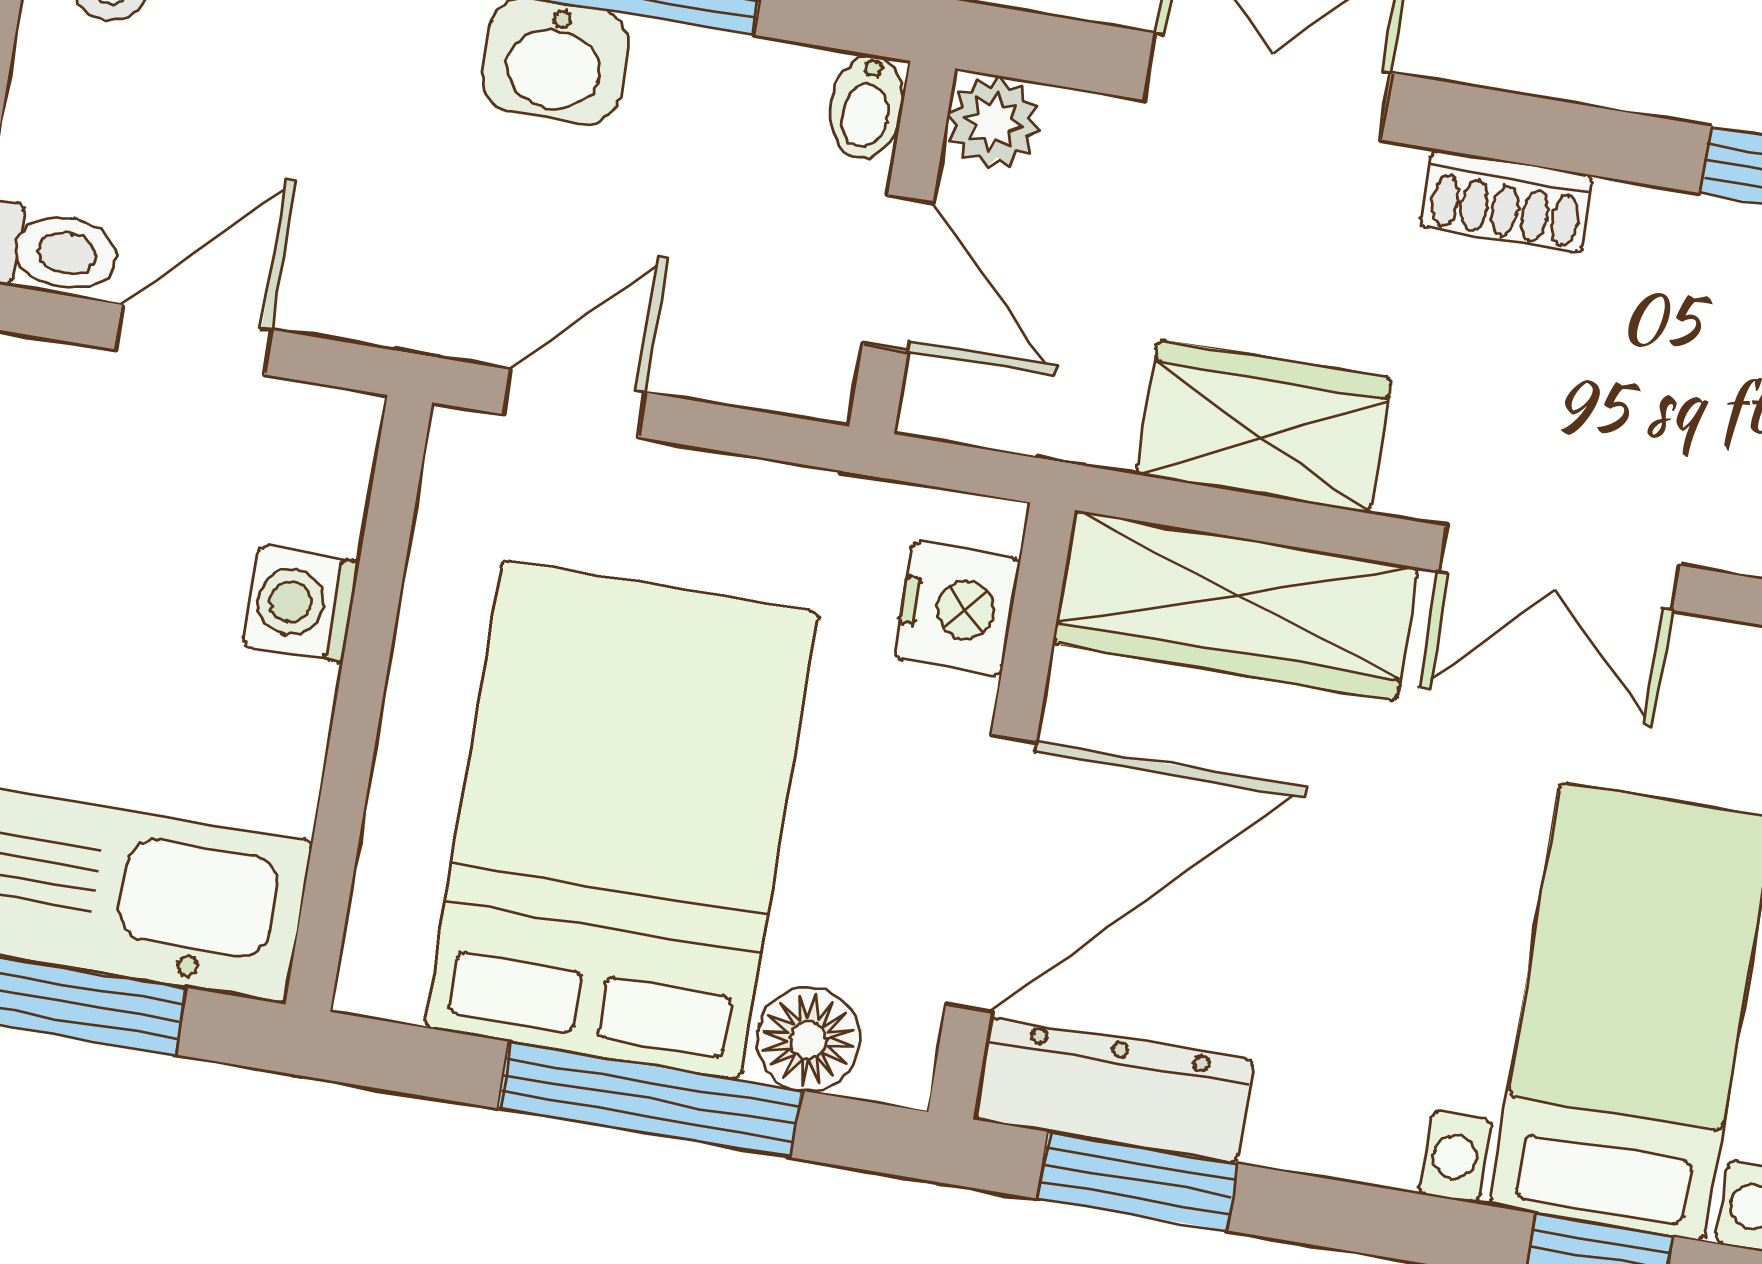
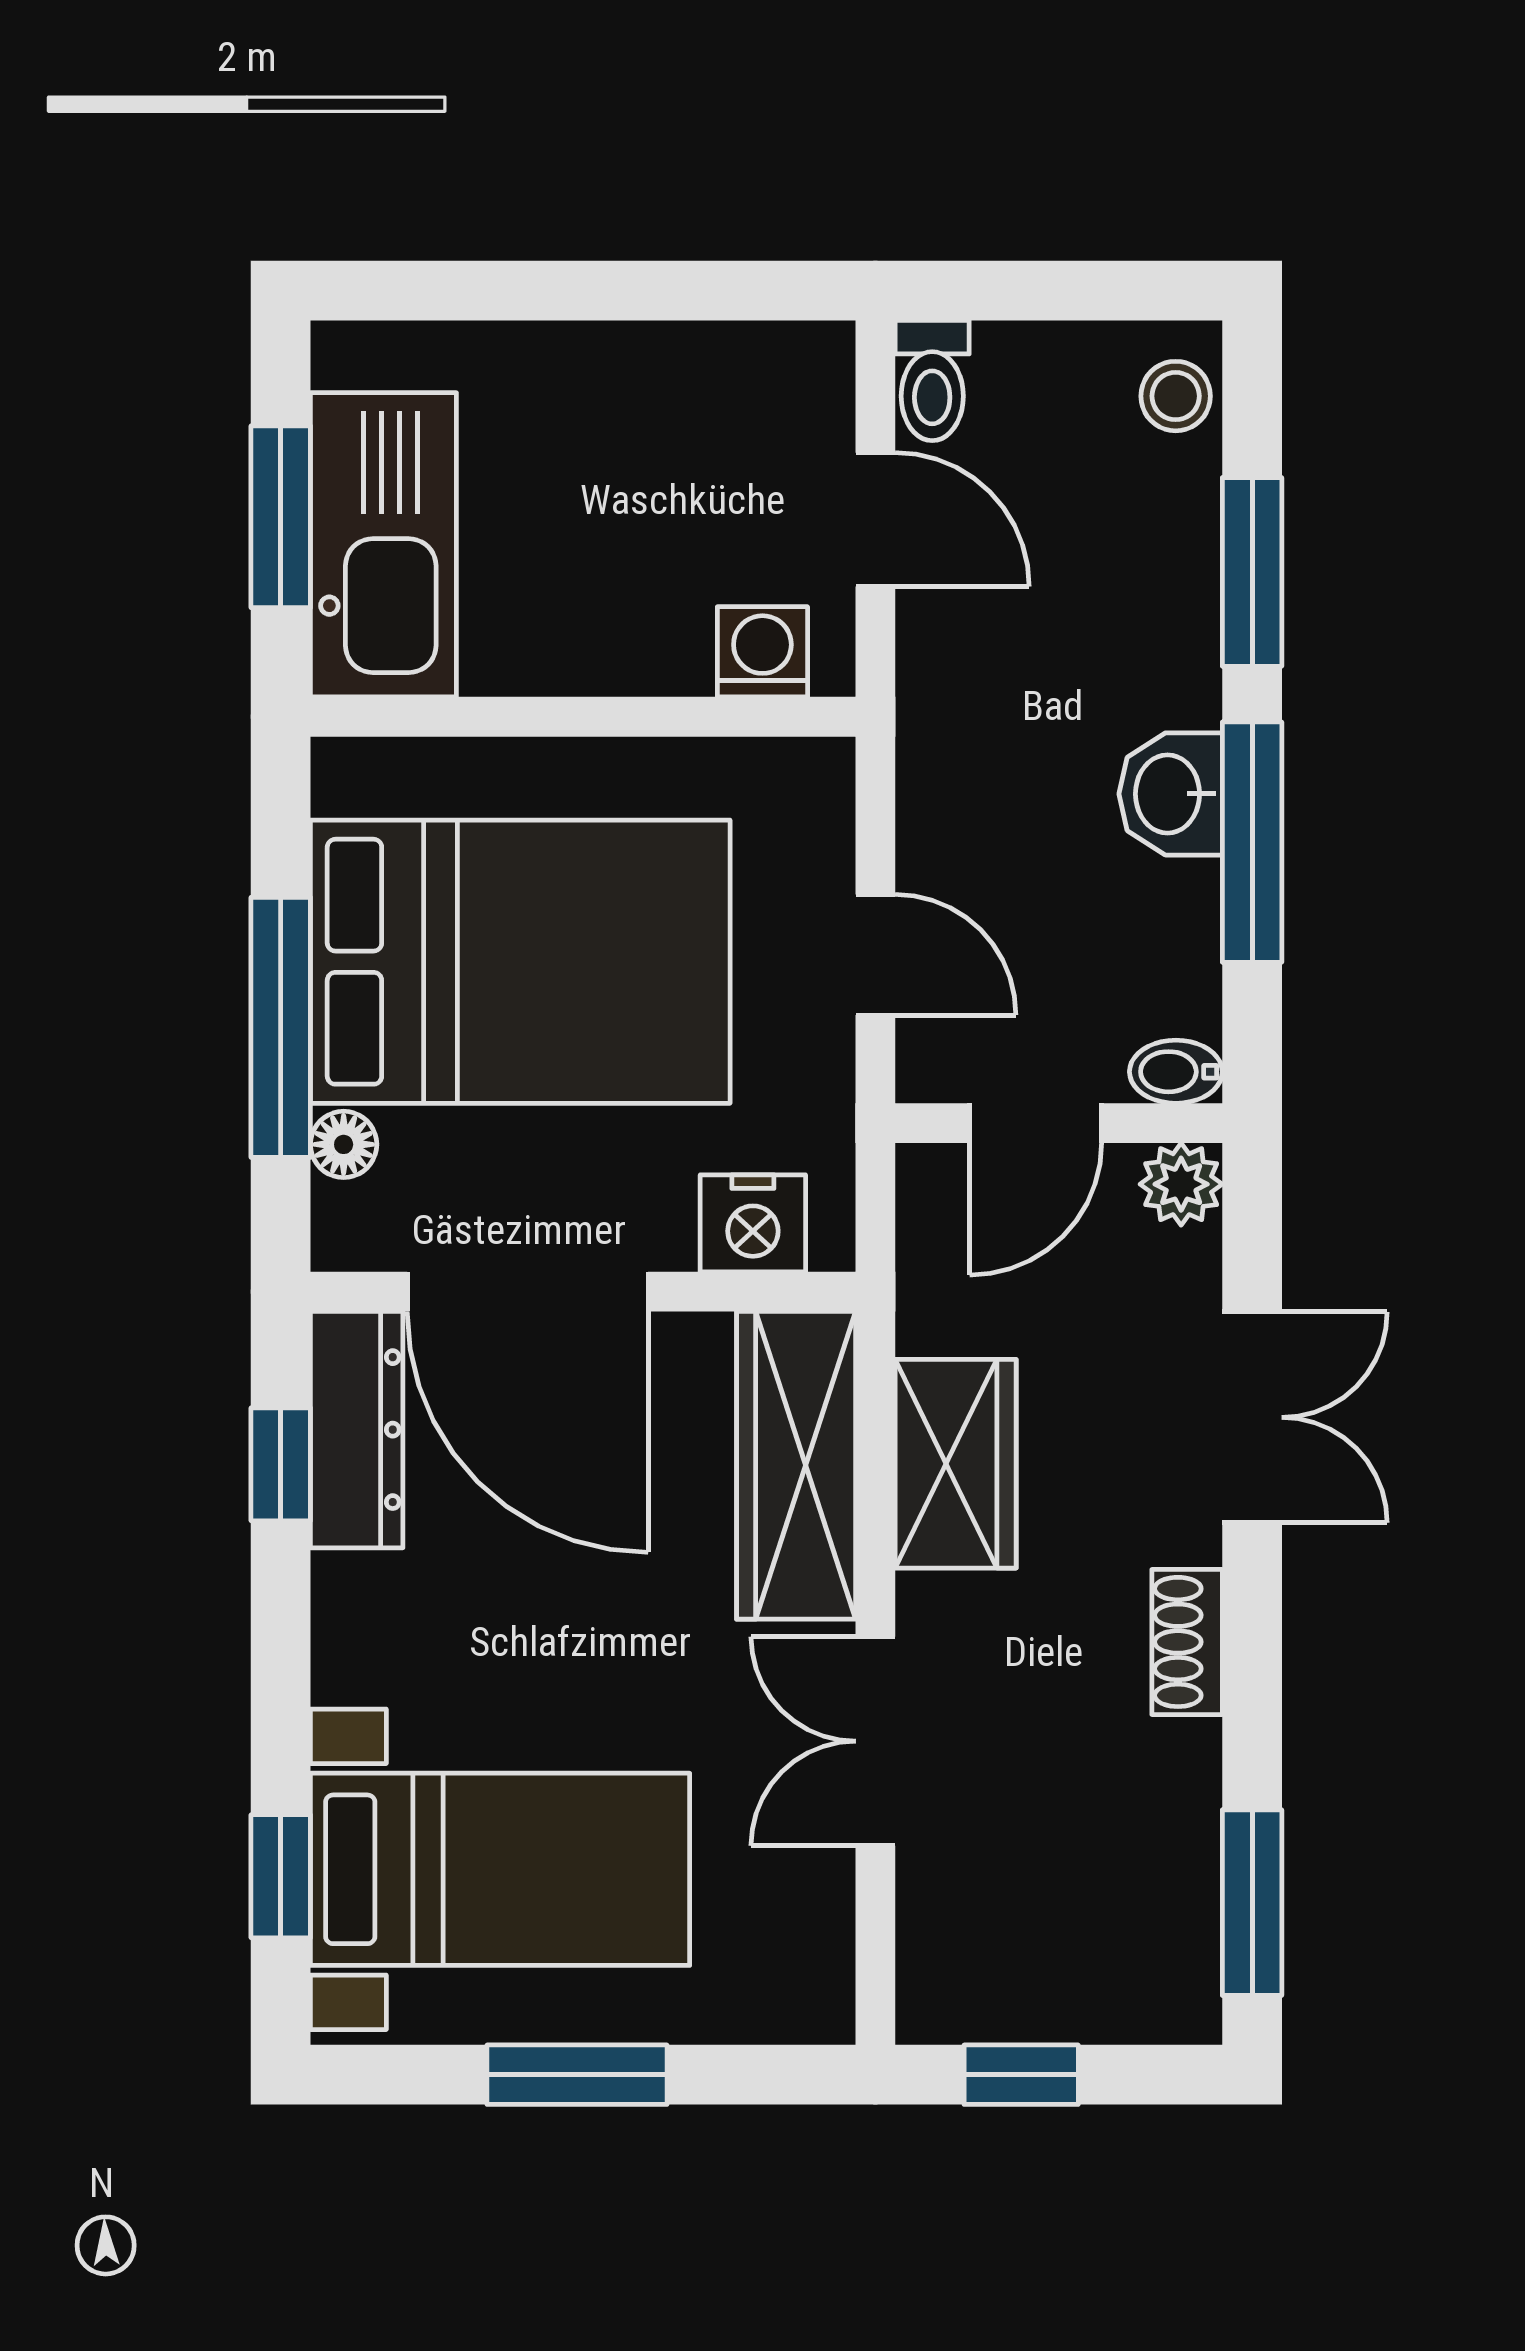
door: (574, 403) -> (875, 955), moved
washing machine: (301, 604) -> (762, 652), moved
floor lamp: (808, 1040) -> (344, 1144), width x0.73, depth x0.73
window: (1138, 1181) -> (281, 1464), width x0.67

